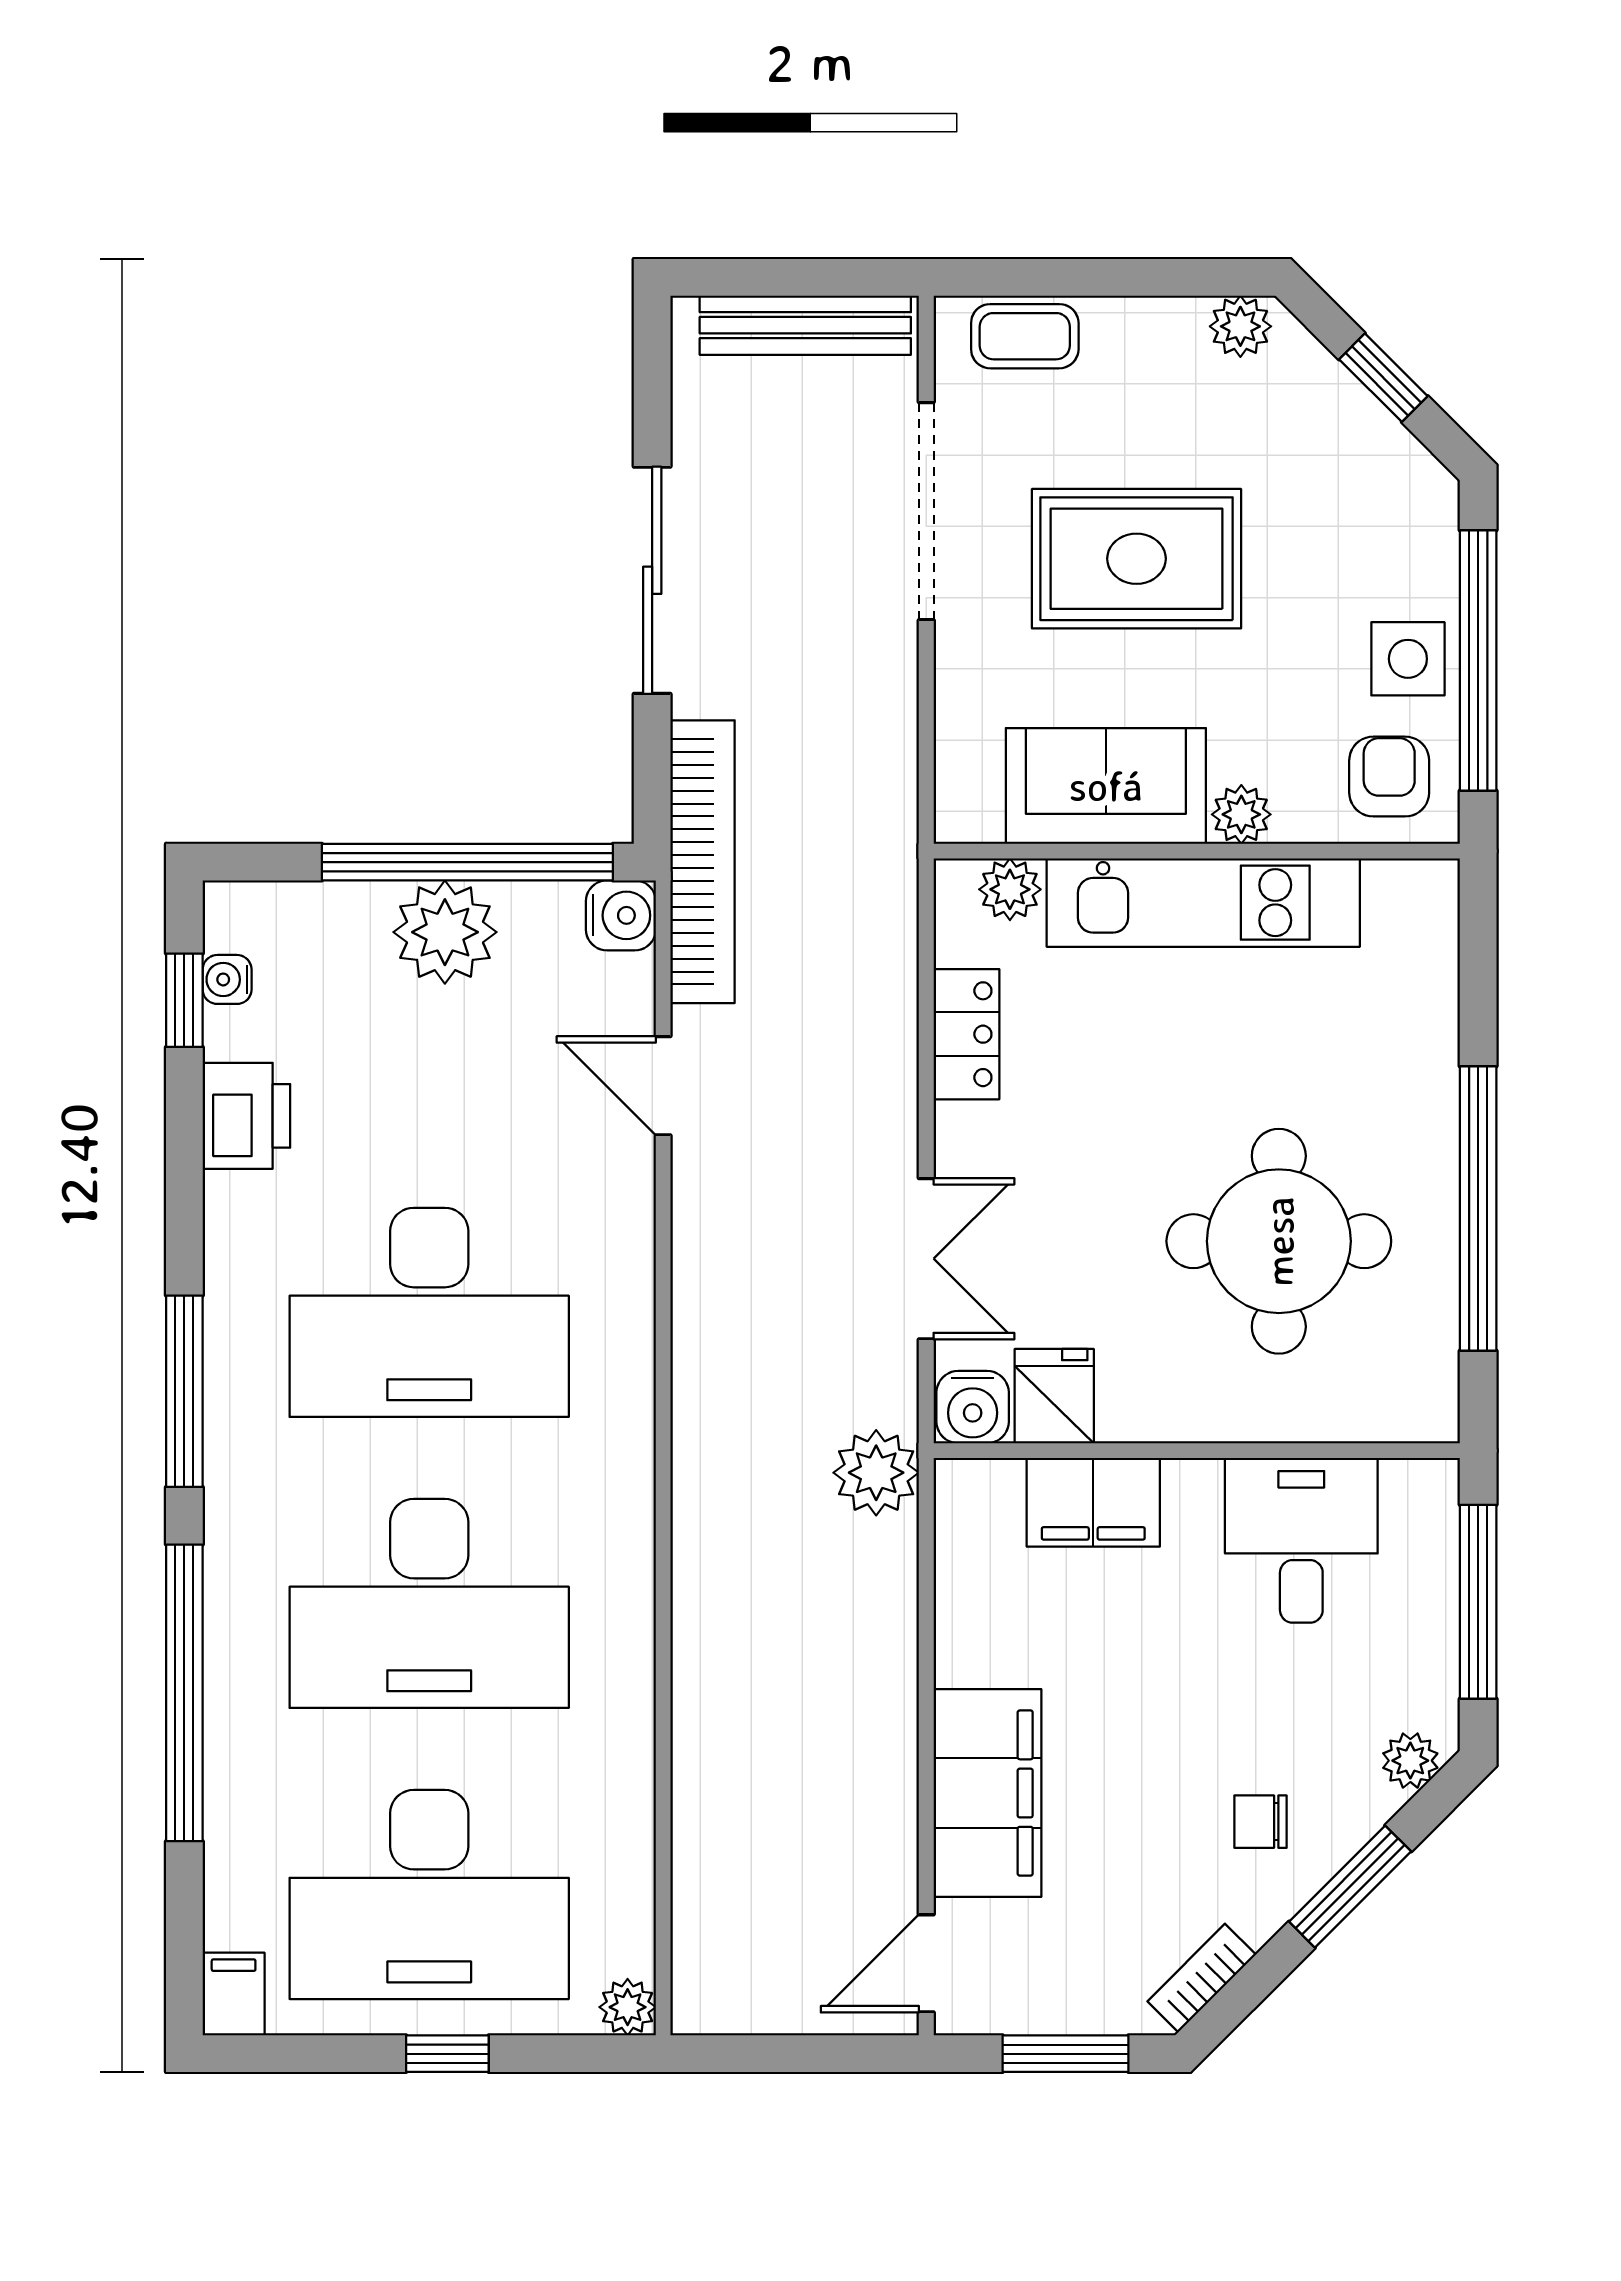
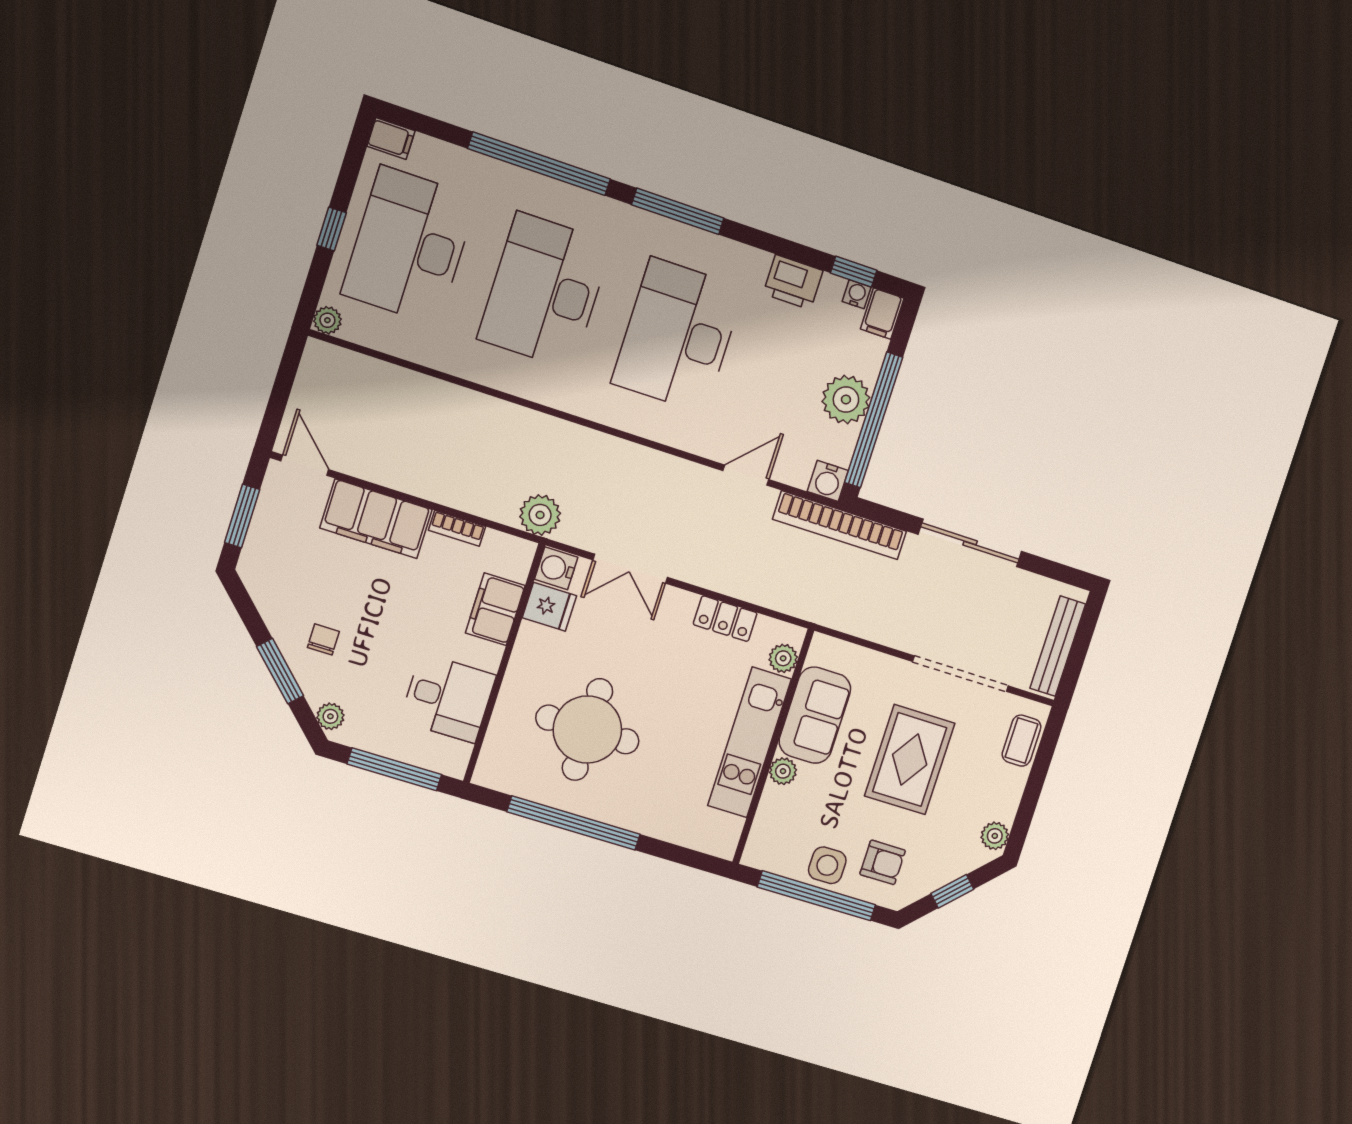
armchair: (1389, 777) -> (883, 862), moved
filing cabinet: (248, 915) -> (882, 314), added
bookcase: (1202, 1978) -> (457, 528), moved, turned 135

